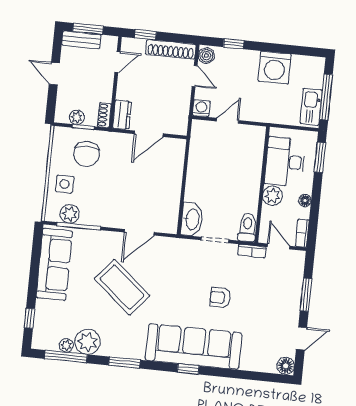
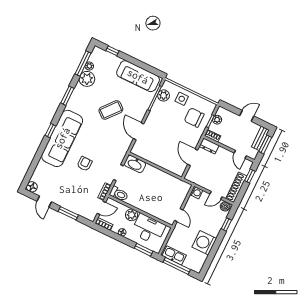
door: (228, 121) -> (179, 215), moved
coffee table: (122, 287) -> (111, 110), width x0.73, depth x0.76

